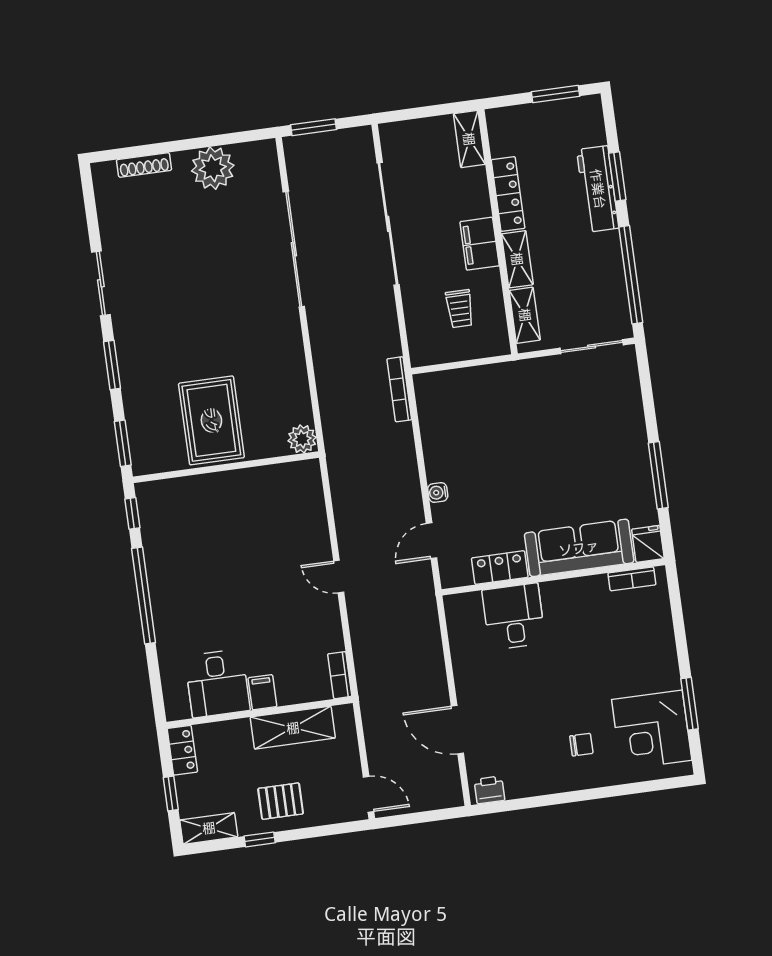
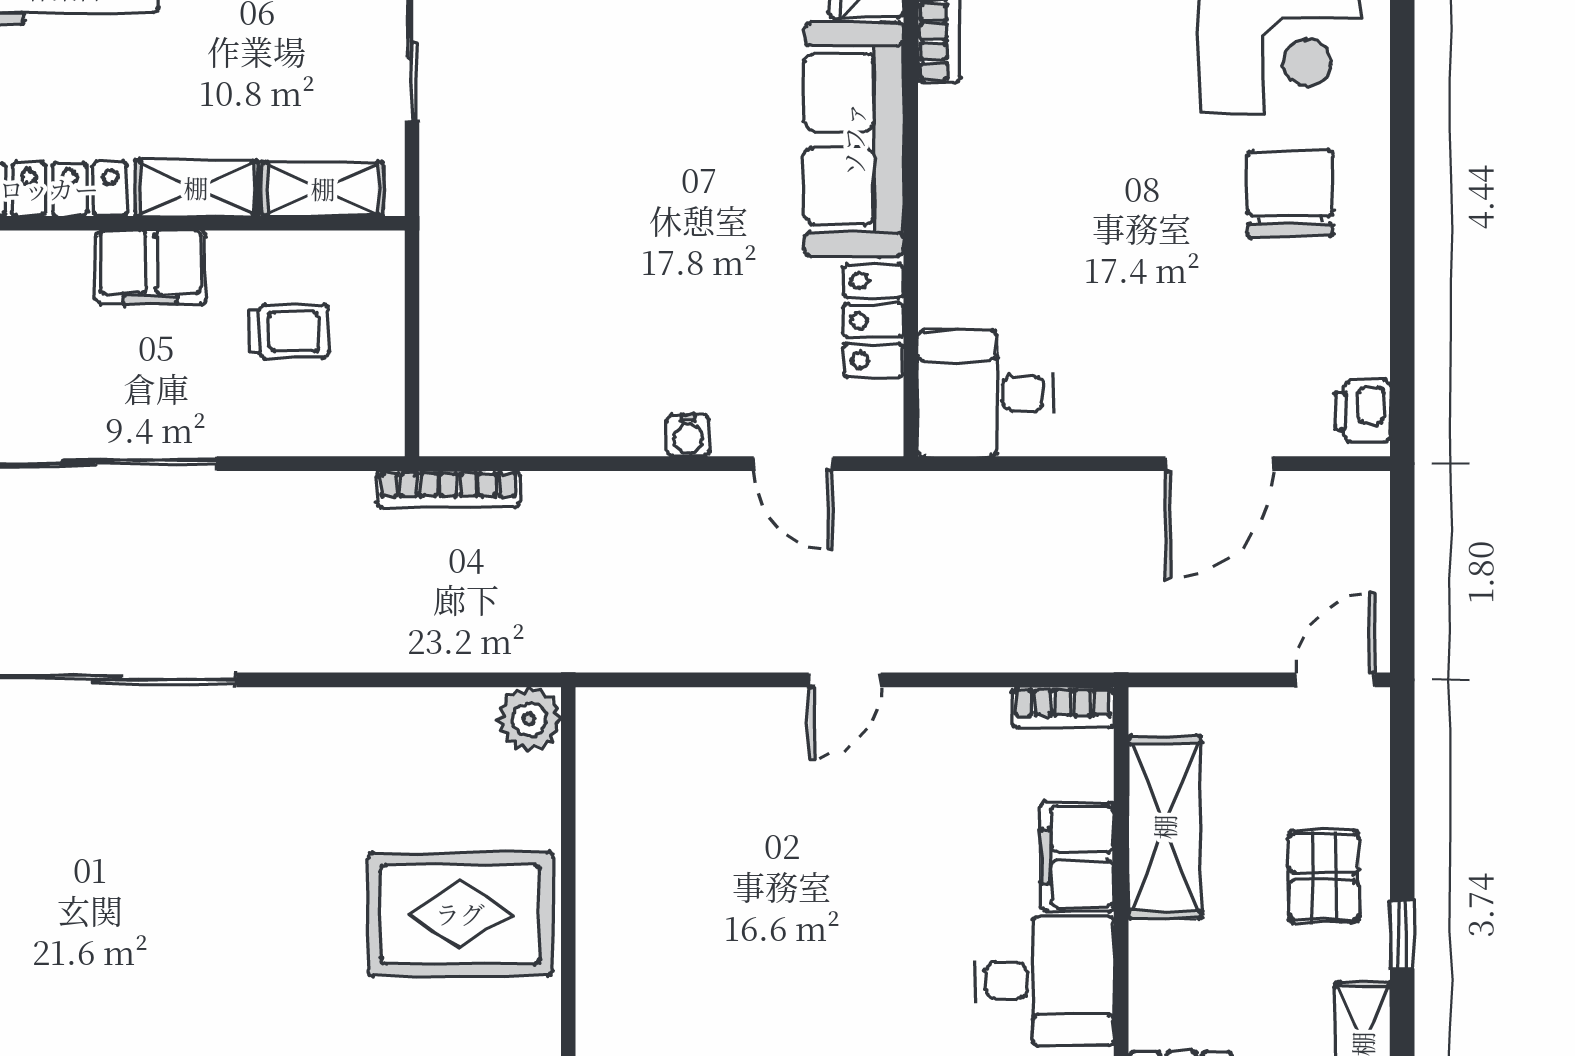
desk: (514, 617) -> (986, 393), moved
filing cabinet: (262, 692) -> (1077, 856), width x2.00
chair: (581, 745) -> (1290, 194), width x1.87, depth x1.87

